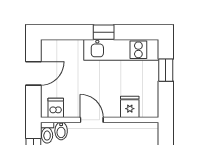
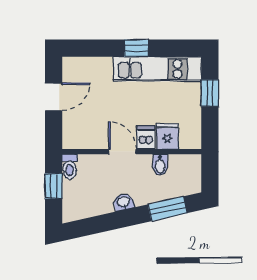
dishwasher: (56, 108) -> (146, 138), moved
bidet: (61, 131) -> (160, 165), moved

